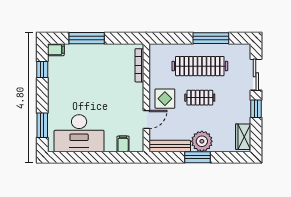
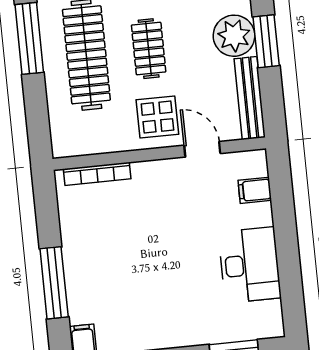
desk: (79, 133) -> (250, 265), width x0.73, depth x0.77

